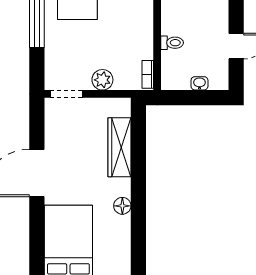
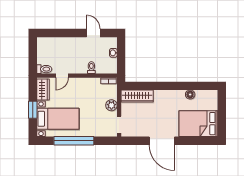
wardrobe: (119, 147) -> (137, 96), moved
floor lamp: (122, 206) -> (190, 95), moved

